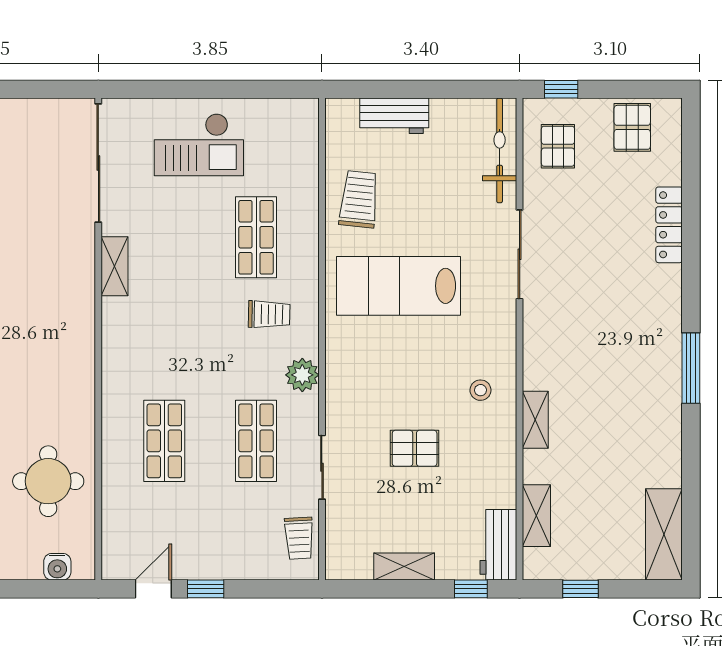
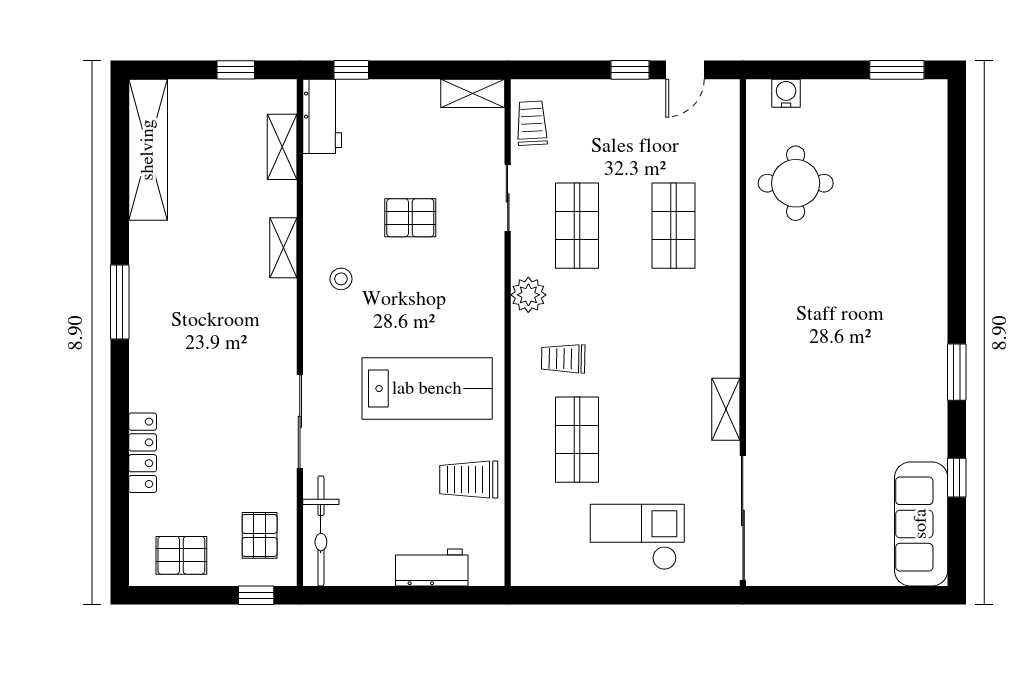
pallet: (632, 127) -> (181, 555), turned 90
trolley: (359, 199) -> (469, 480), turned 84
shelving: (664, 534) -> (148, 150), width x1.47
shelving: (404, 567) -> (473, 93), moved

